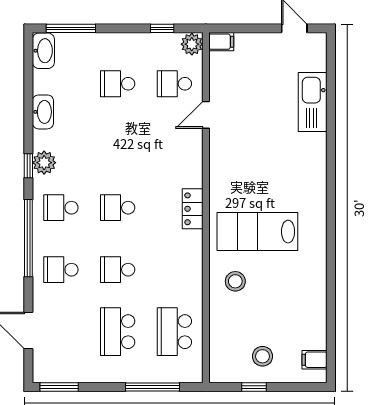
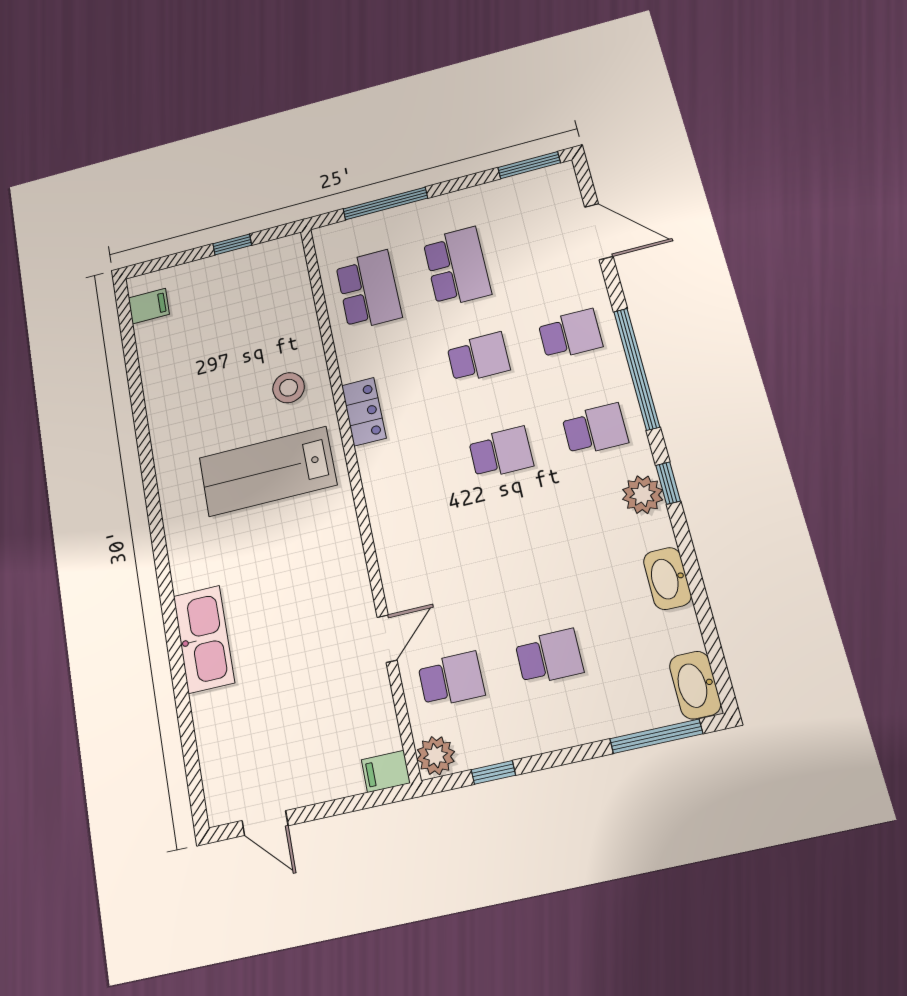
kitchen sink: (313, 102) -> (204, 639), moved
locker: (193, 209) -> (364, 412), moved
lab bench: (257, 232) -> (268, 471), turned 180
stool: (262, 356) -> (227, 290), removed

